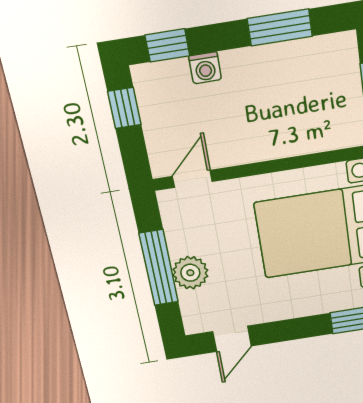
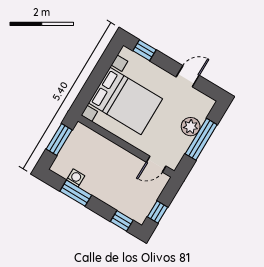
washing machine: (205, 68) -> (76, 178), moved
door: (232, 339) -> (188, 76), moved

